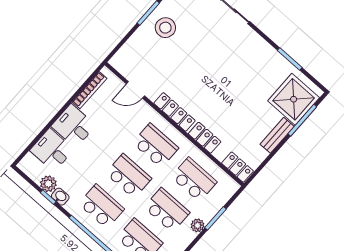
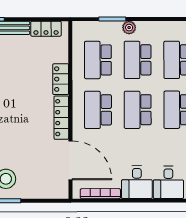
door: (135, 90) -> (70, 160), width x1.88
locker: (237, 167) -> (46, 29), moved, turned -90

